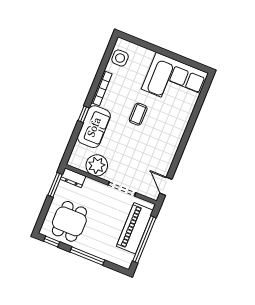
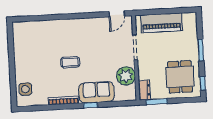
side table: (120, 58) -> (25, 89), moved
corner sofa: (175, 81) -> (31, 45), removed
dining table: (69, 221) -> (180, 77), turned 90
window: (144, 239) -> (167, 11), removed
window: (87, 256) -> (201, 50), width x0.69

